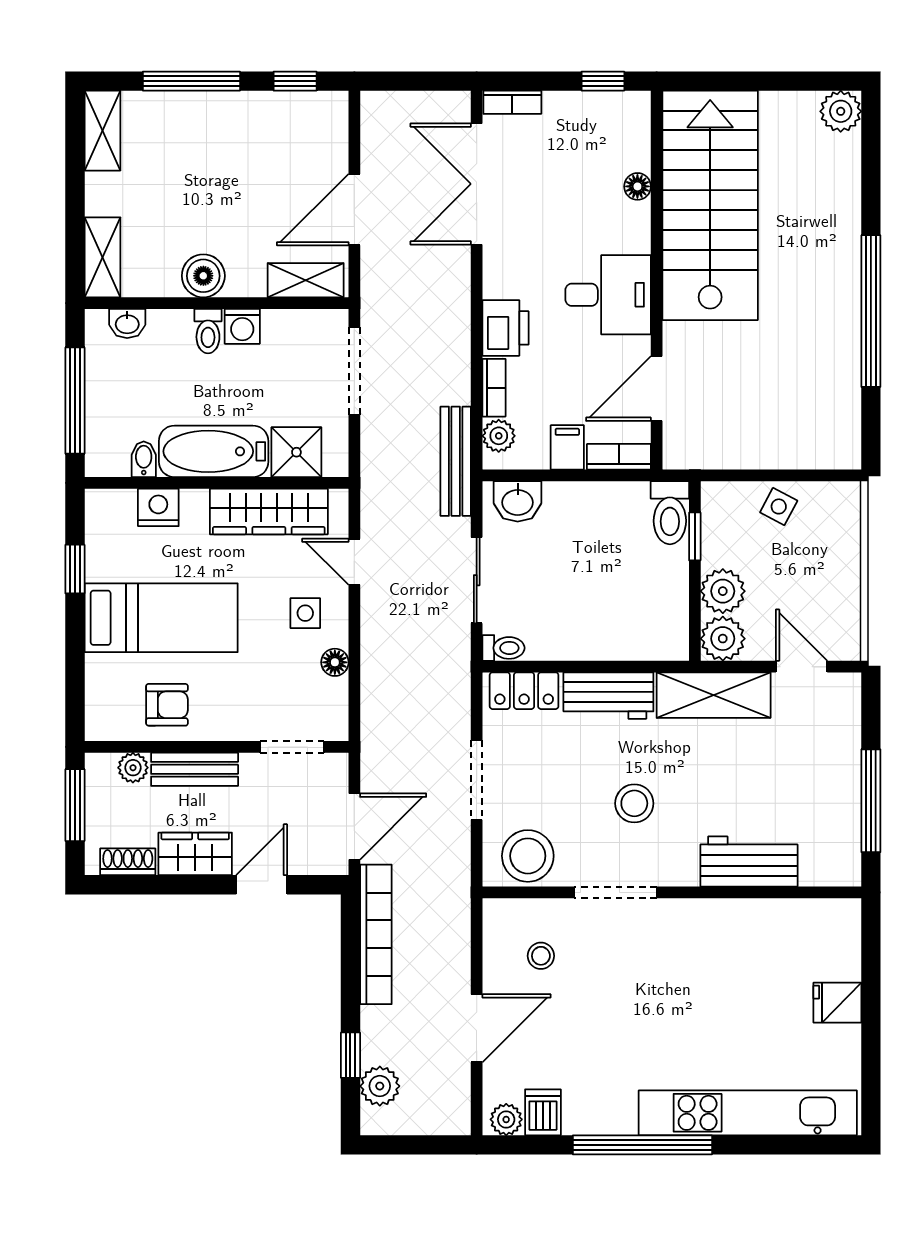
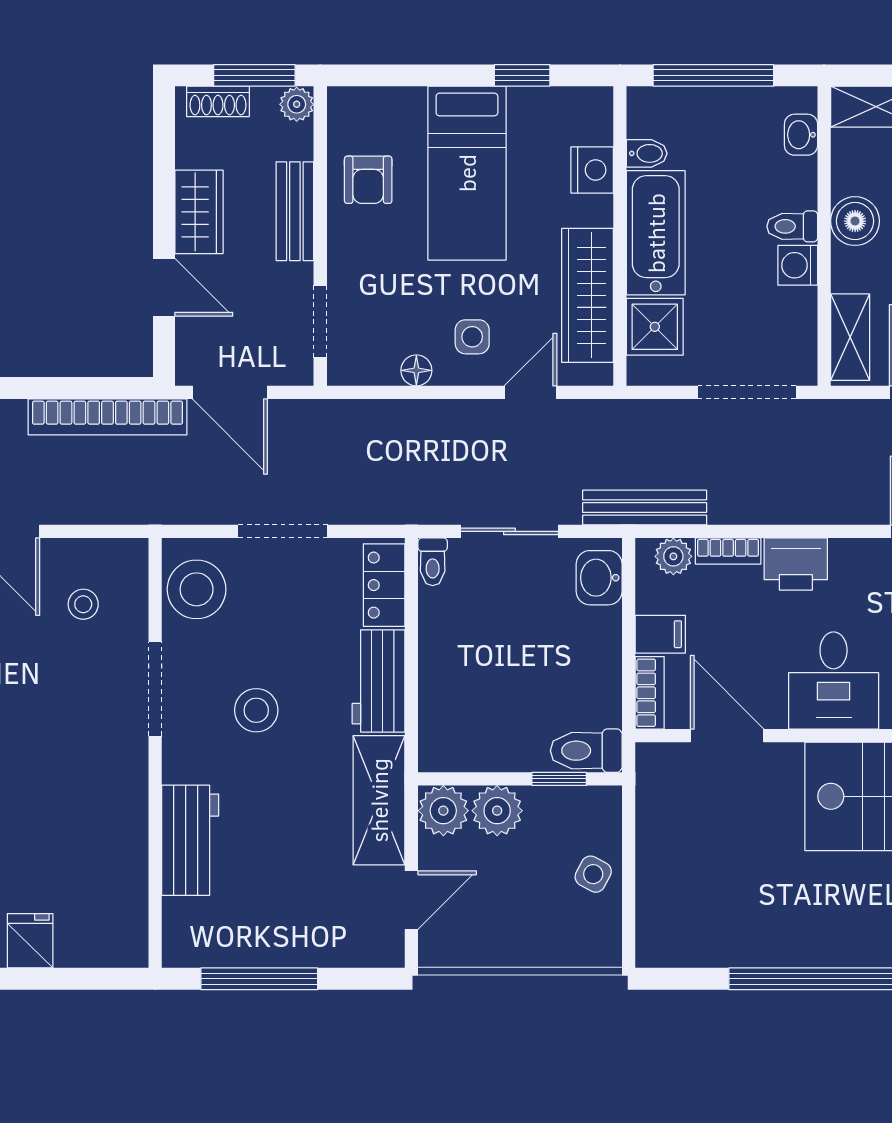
plant: (133, 768) -> (297, 104), moved
shoe rack: (128, 862) -> (218, 101), moved, turned 90

